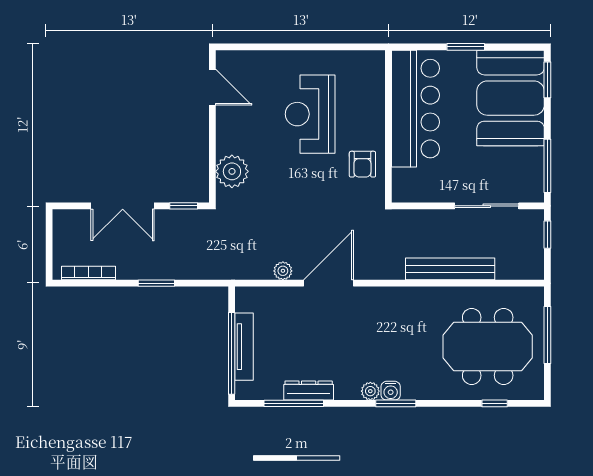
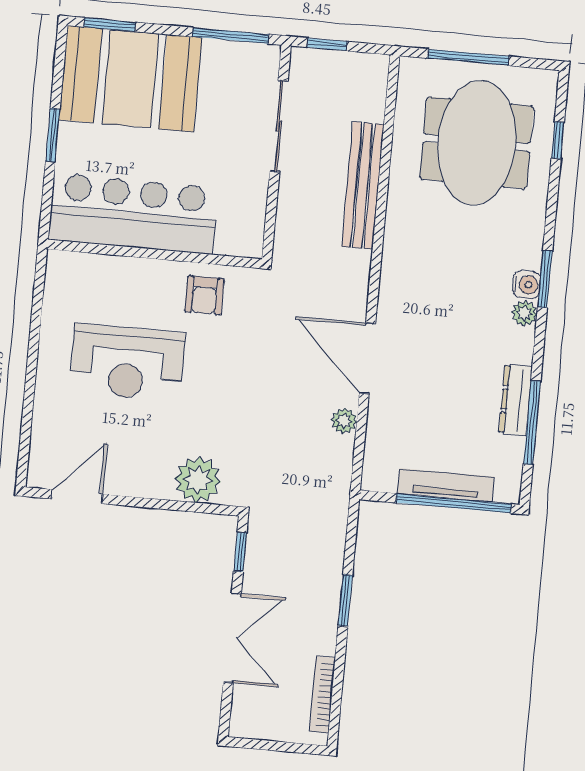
armchair: (362, 164) -> (204, 295), turned 90

